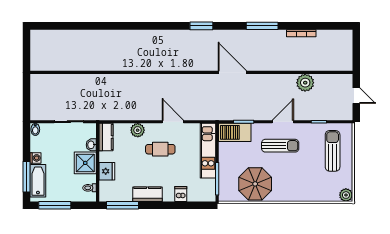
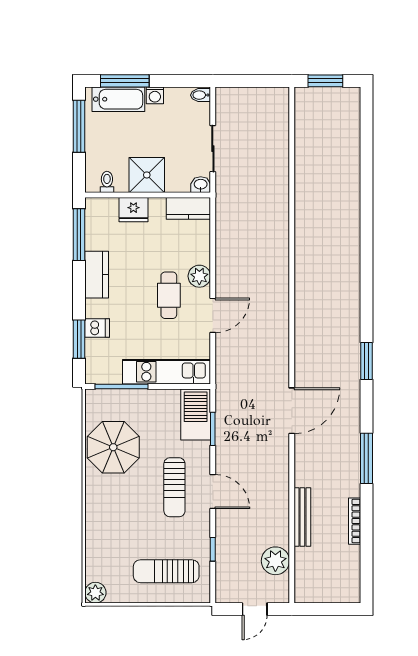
window: (26, 51) -> (325, 81), added
bench: (299, 66) -> (302, 517), added
plant: (305, 83) -> (275, 561), moved
plant: (138, 130) -> (199, 276), moved
washbasin: (91, 145) -> (201, 185), moved
sun lounger: (333, 151) -> (166, 571), turned 180
window: (188, 205) -> (79, 339), added

